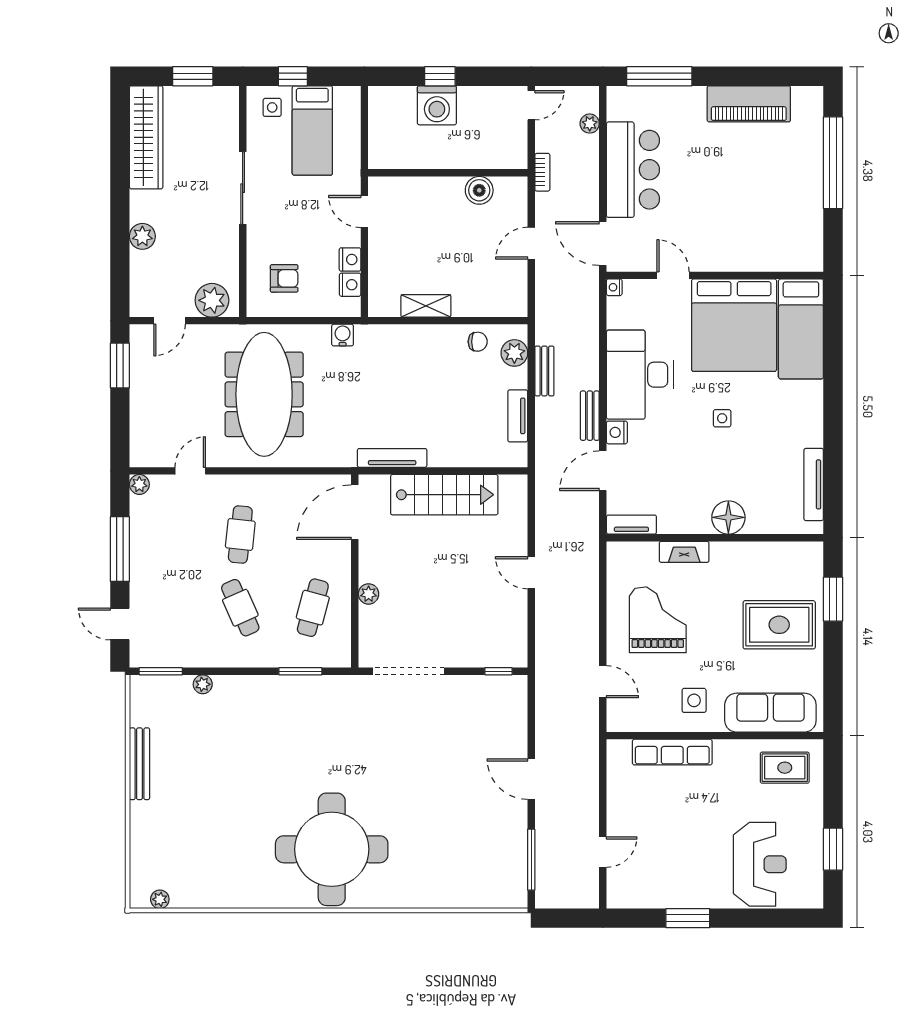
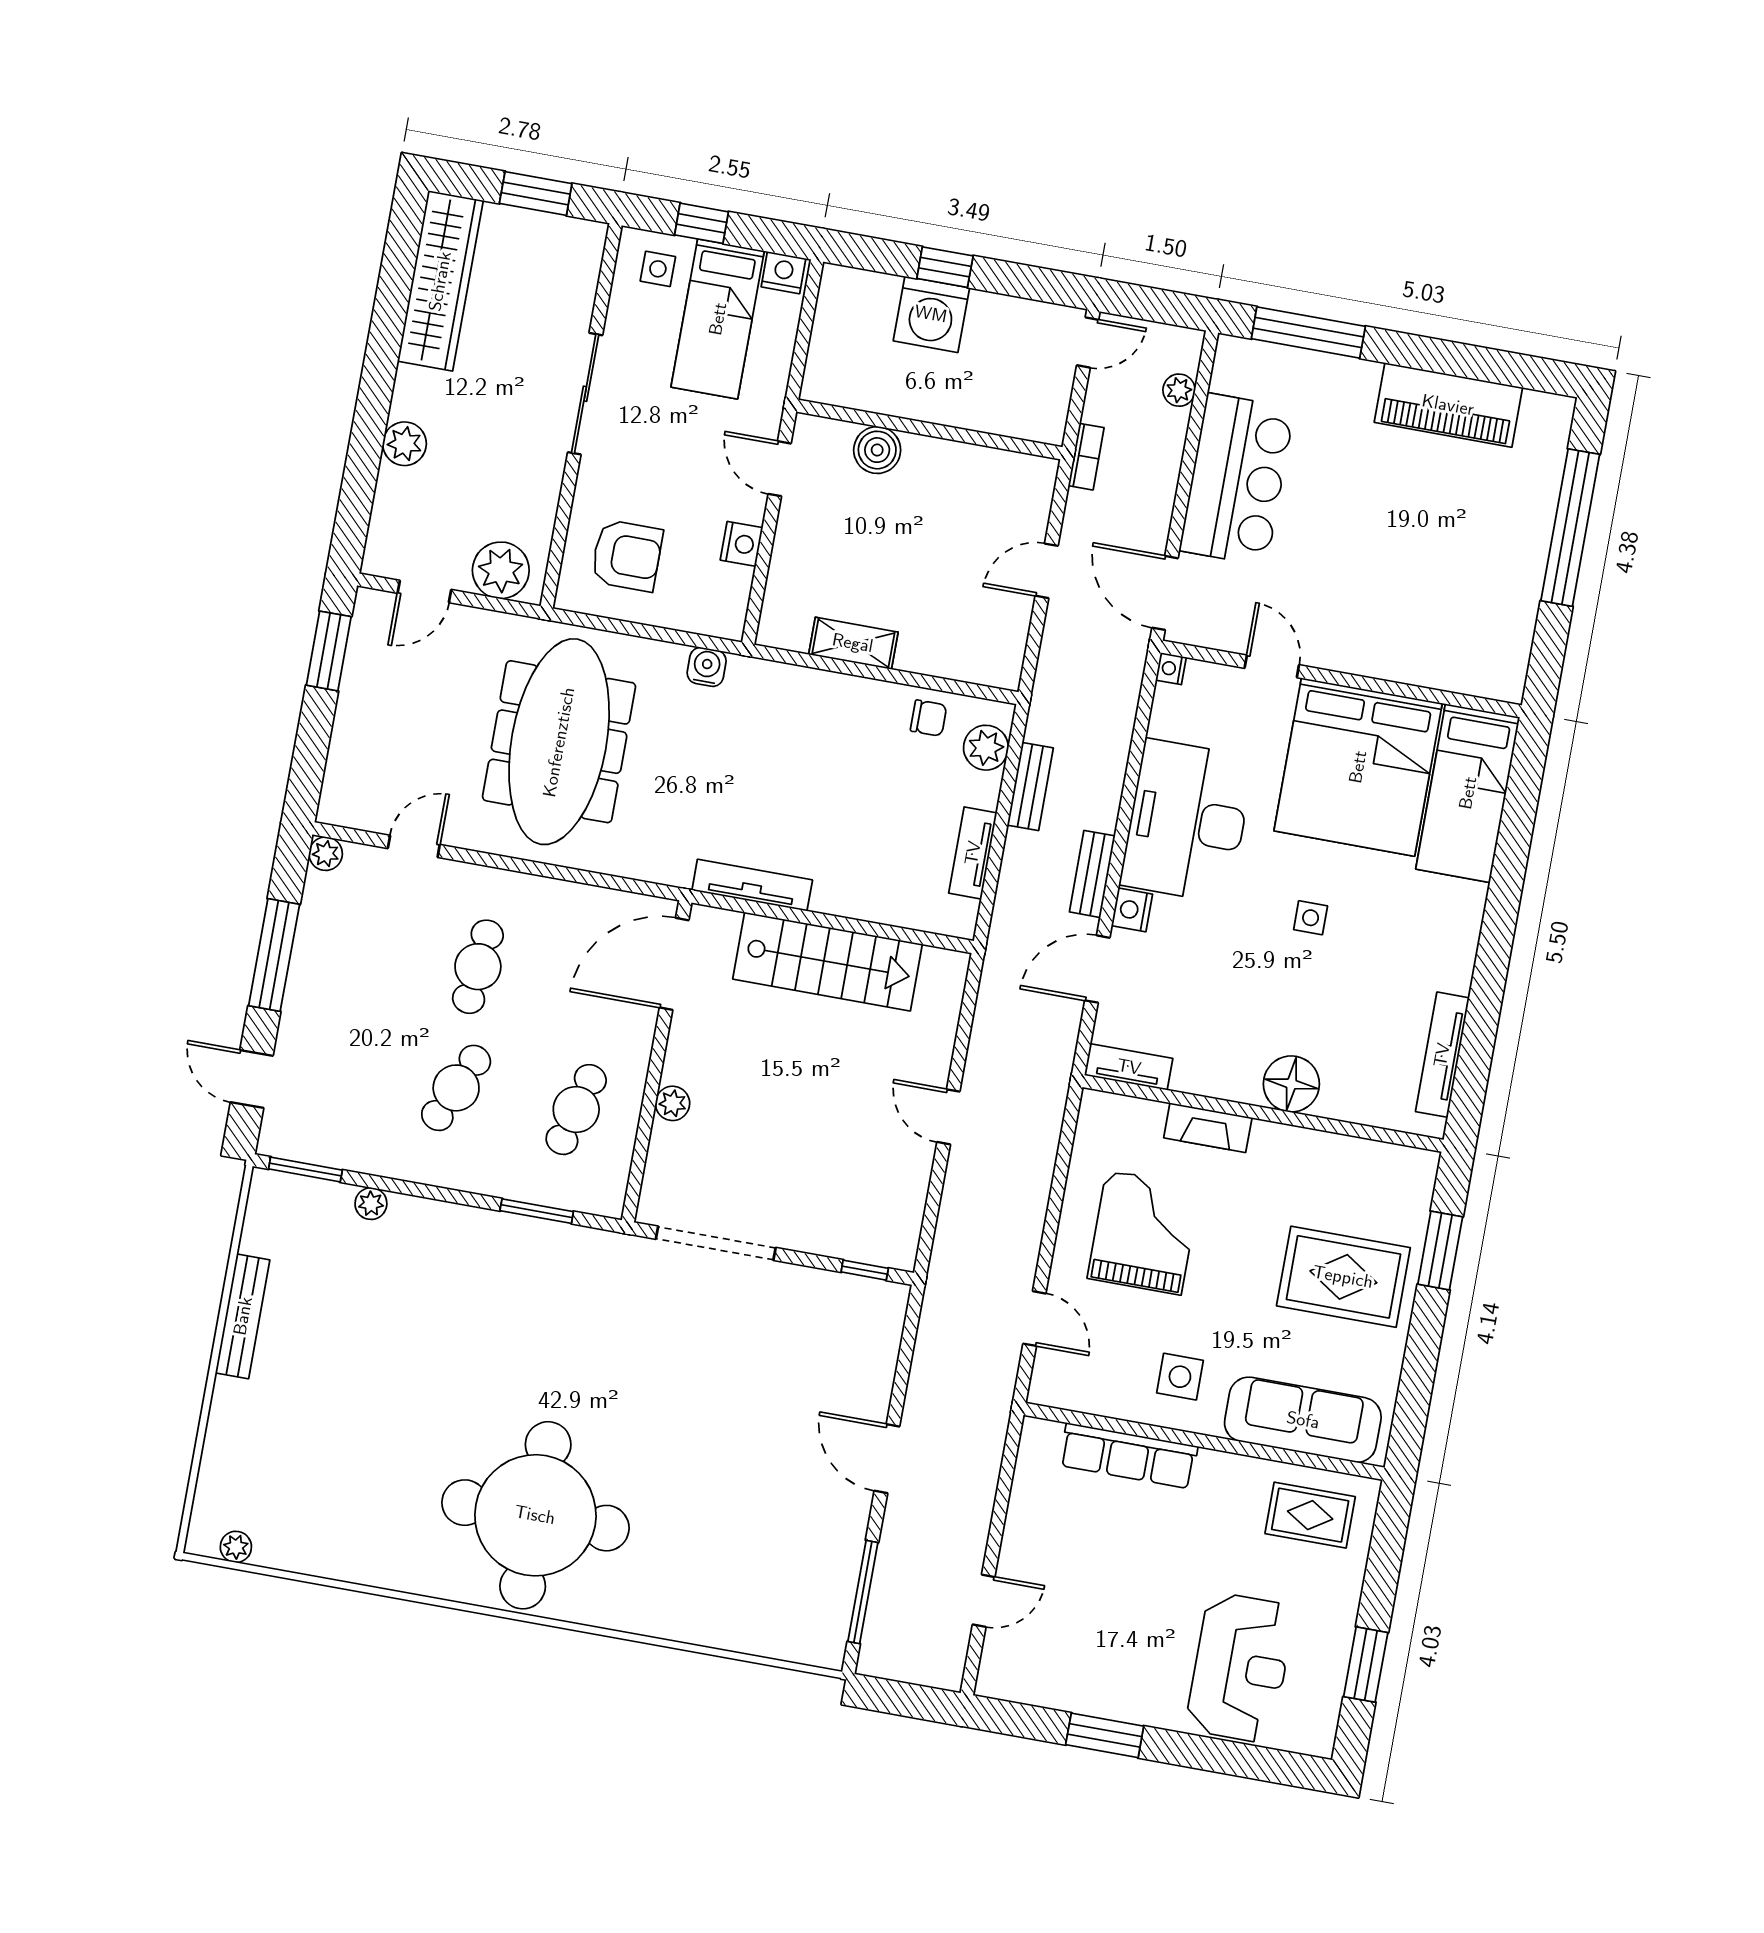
boiler: (479, 190) -> (877, 450), moved
armchair: (284, 278) -> (627, 556), width x1.38, depth x1.38
nightstand: (350, 285) -> (783, 273), moved, turned -90
cafe table: (240, 608) -> (456, 1088), turned 48

